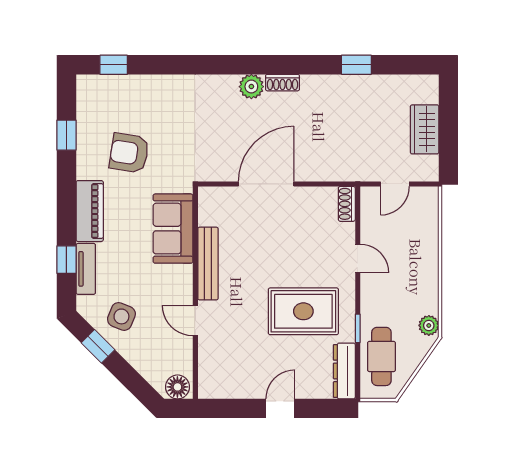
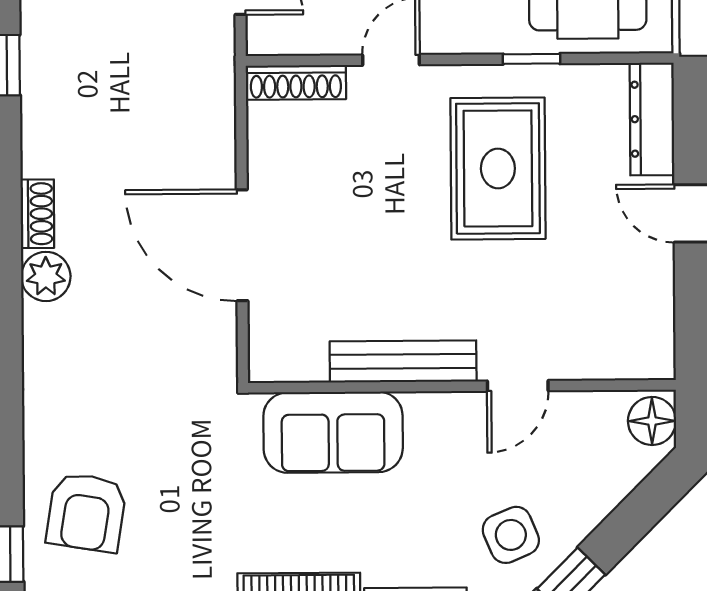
armchair: (129, 153) -> (86, 512), moved
shoe rack: (347, 204) -> (296, 82), width x1.43
side table: (121, 316) -> (511, 535), turned 45
dresser: (344, 371) -> (652, 119), moved, turned 90

